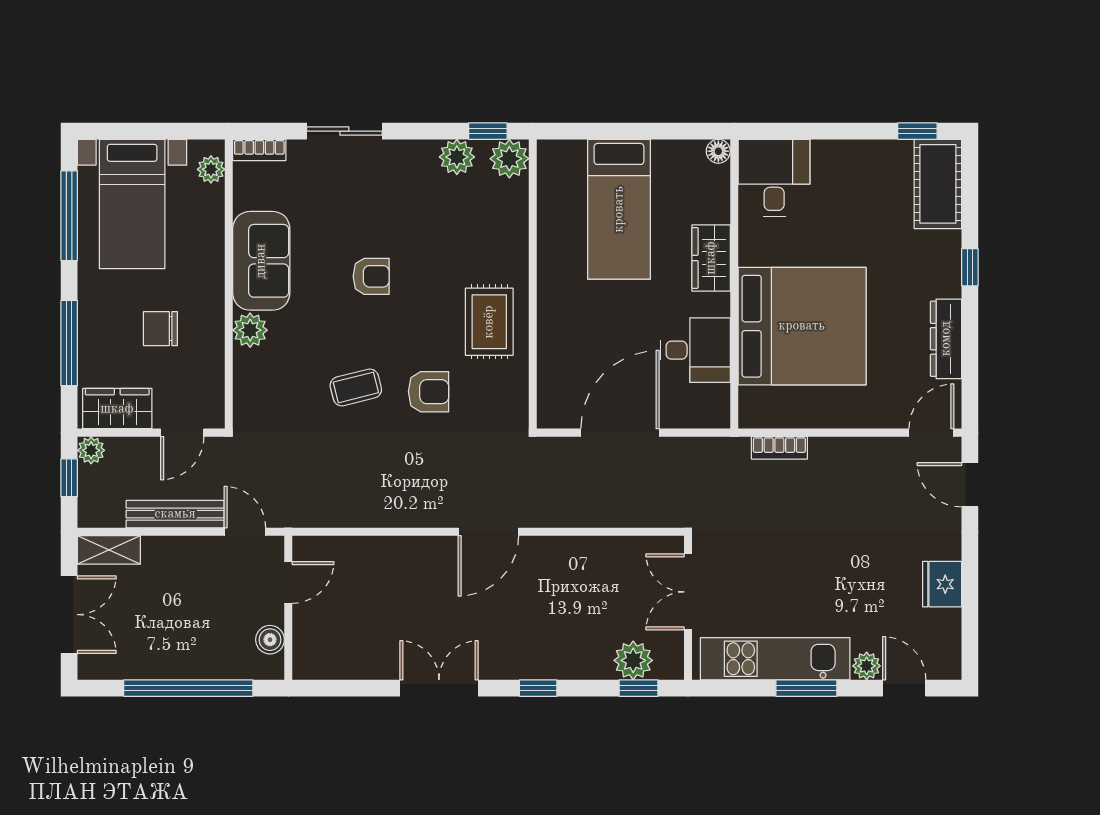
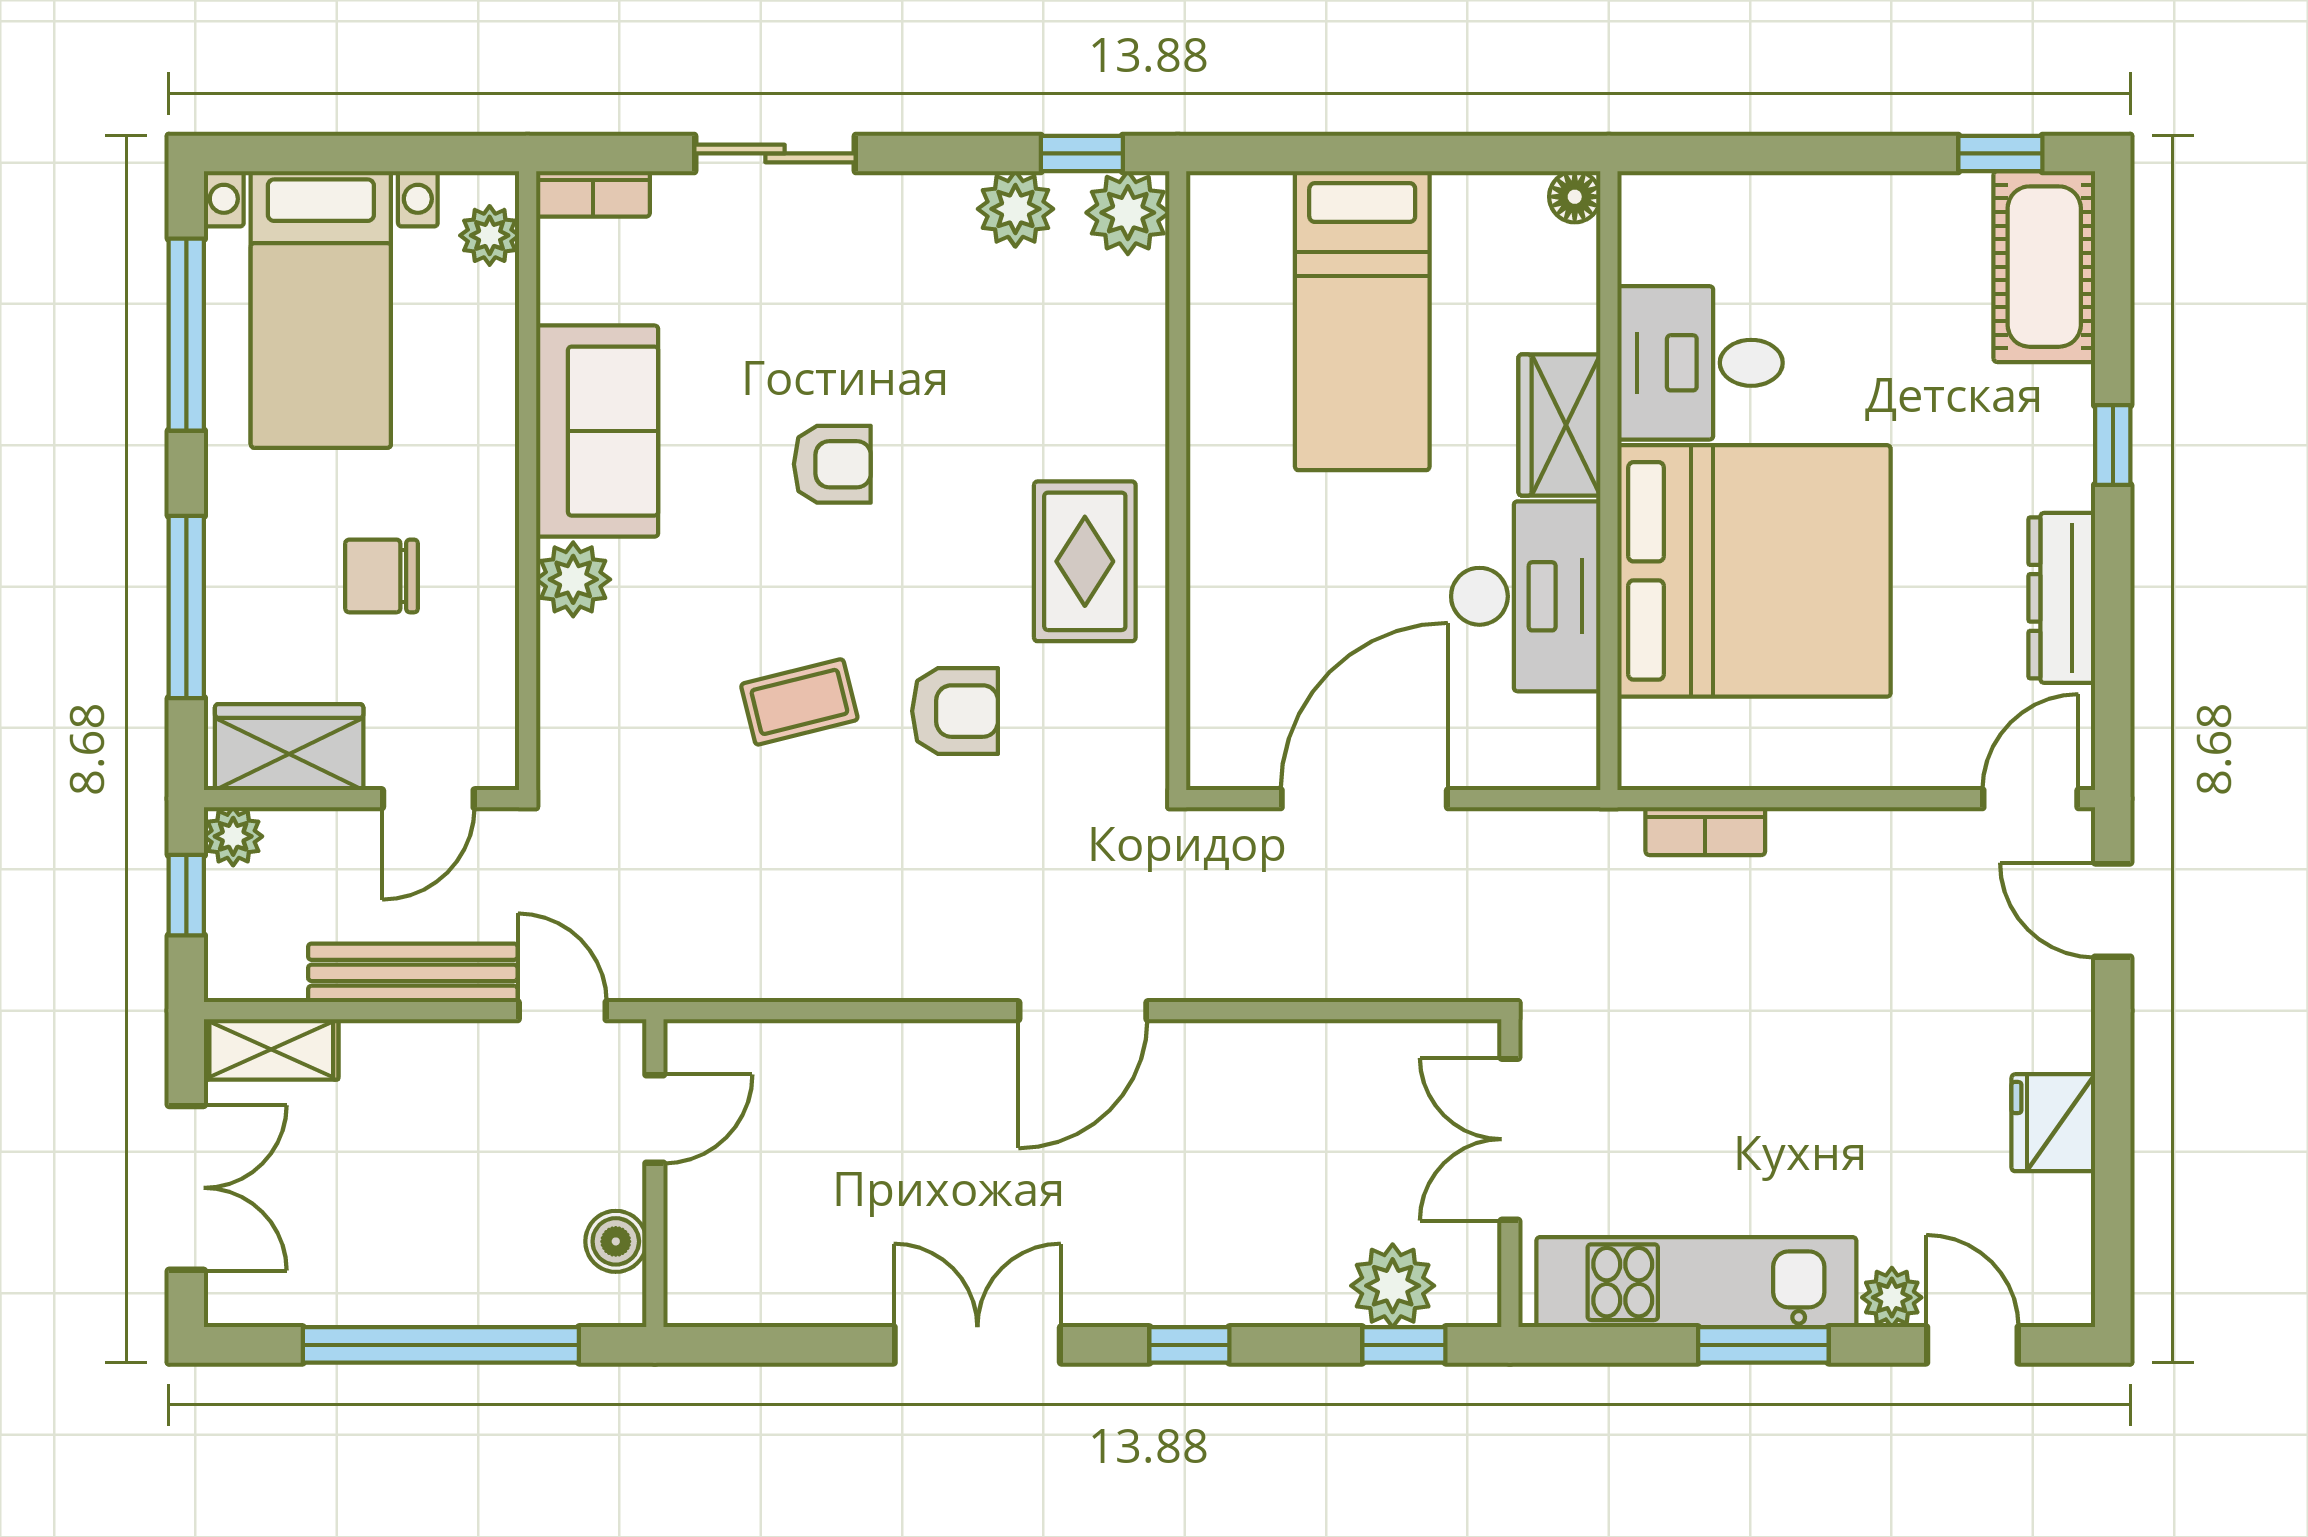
desk: (774, 178) -> (1700, 363), moved, turned -90
desk: (695, 350) -> (1526, 596), width x1.37

